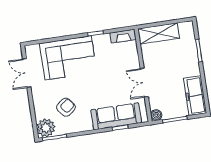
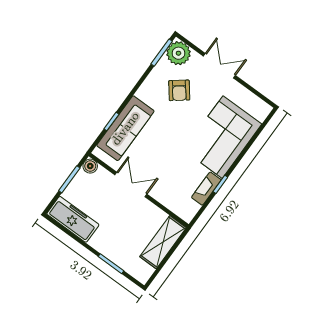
fireplace: (123, 36) -> (206, 189), moved
double door: (27, 73) -> (219, 66), moved

